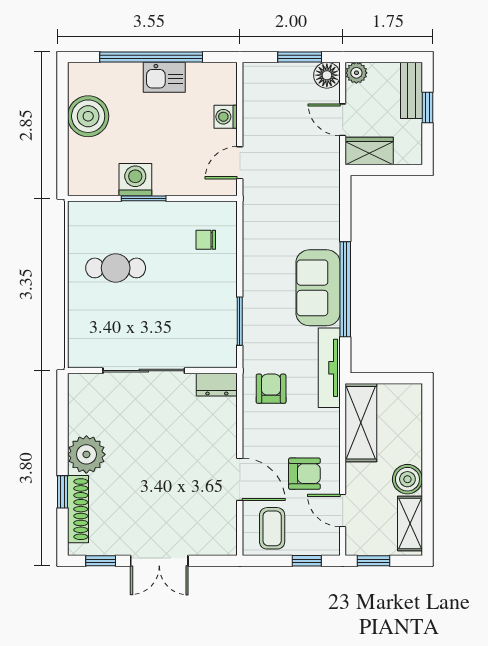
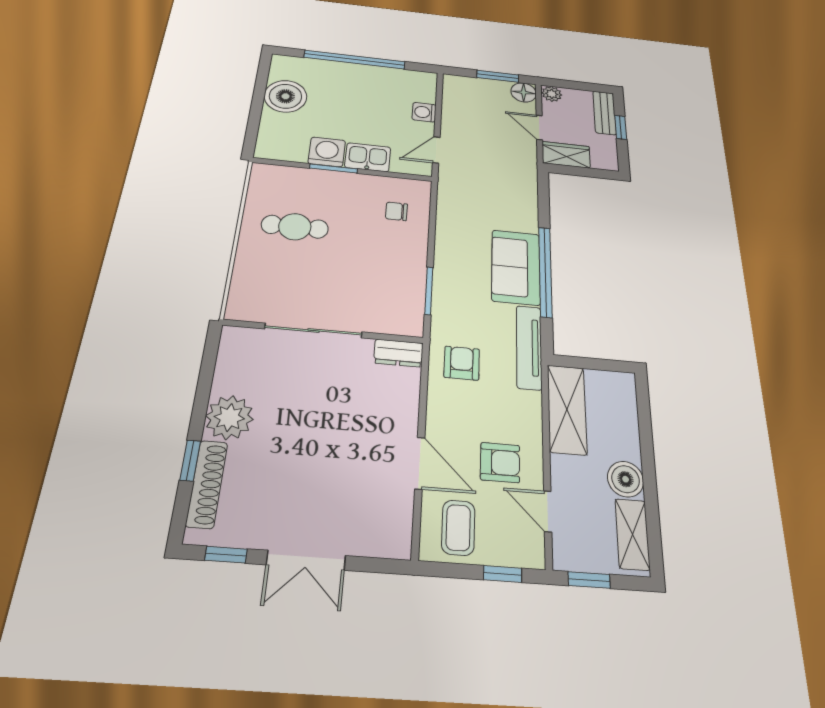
kitchen sink: (164, 77) -> (368, 157), moved, turned 180

